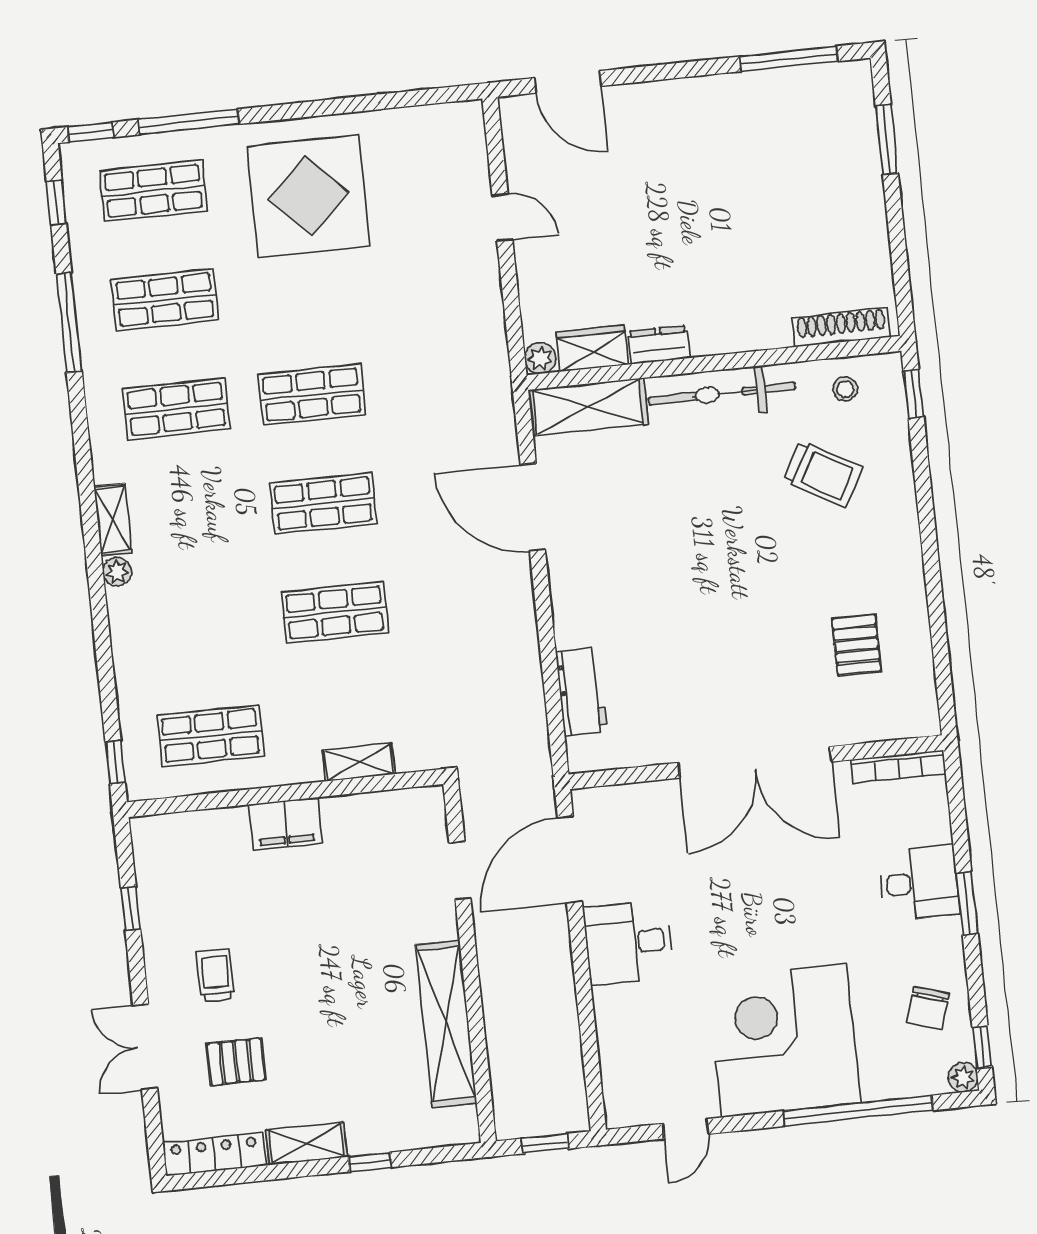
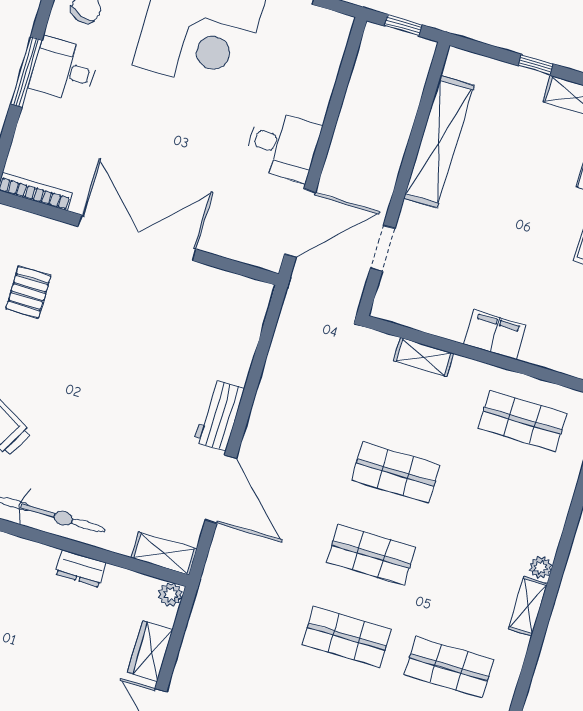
wardrobe: (592, 348) -> (150, 651), moved, turned 90
shelving: (588, 407) -> (164, 554), width x0.67, depth x0.75
workbench: (581, 692) -> (219, 415), moved
desk: (919, 883) -> (64, 70), moved
window: (967, 904) -> (26, 72), width x1.44

